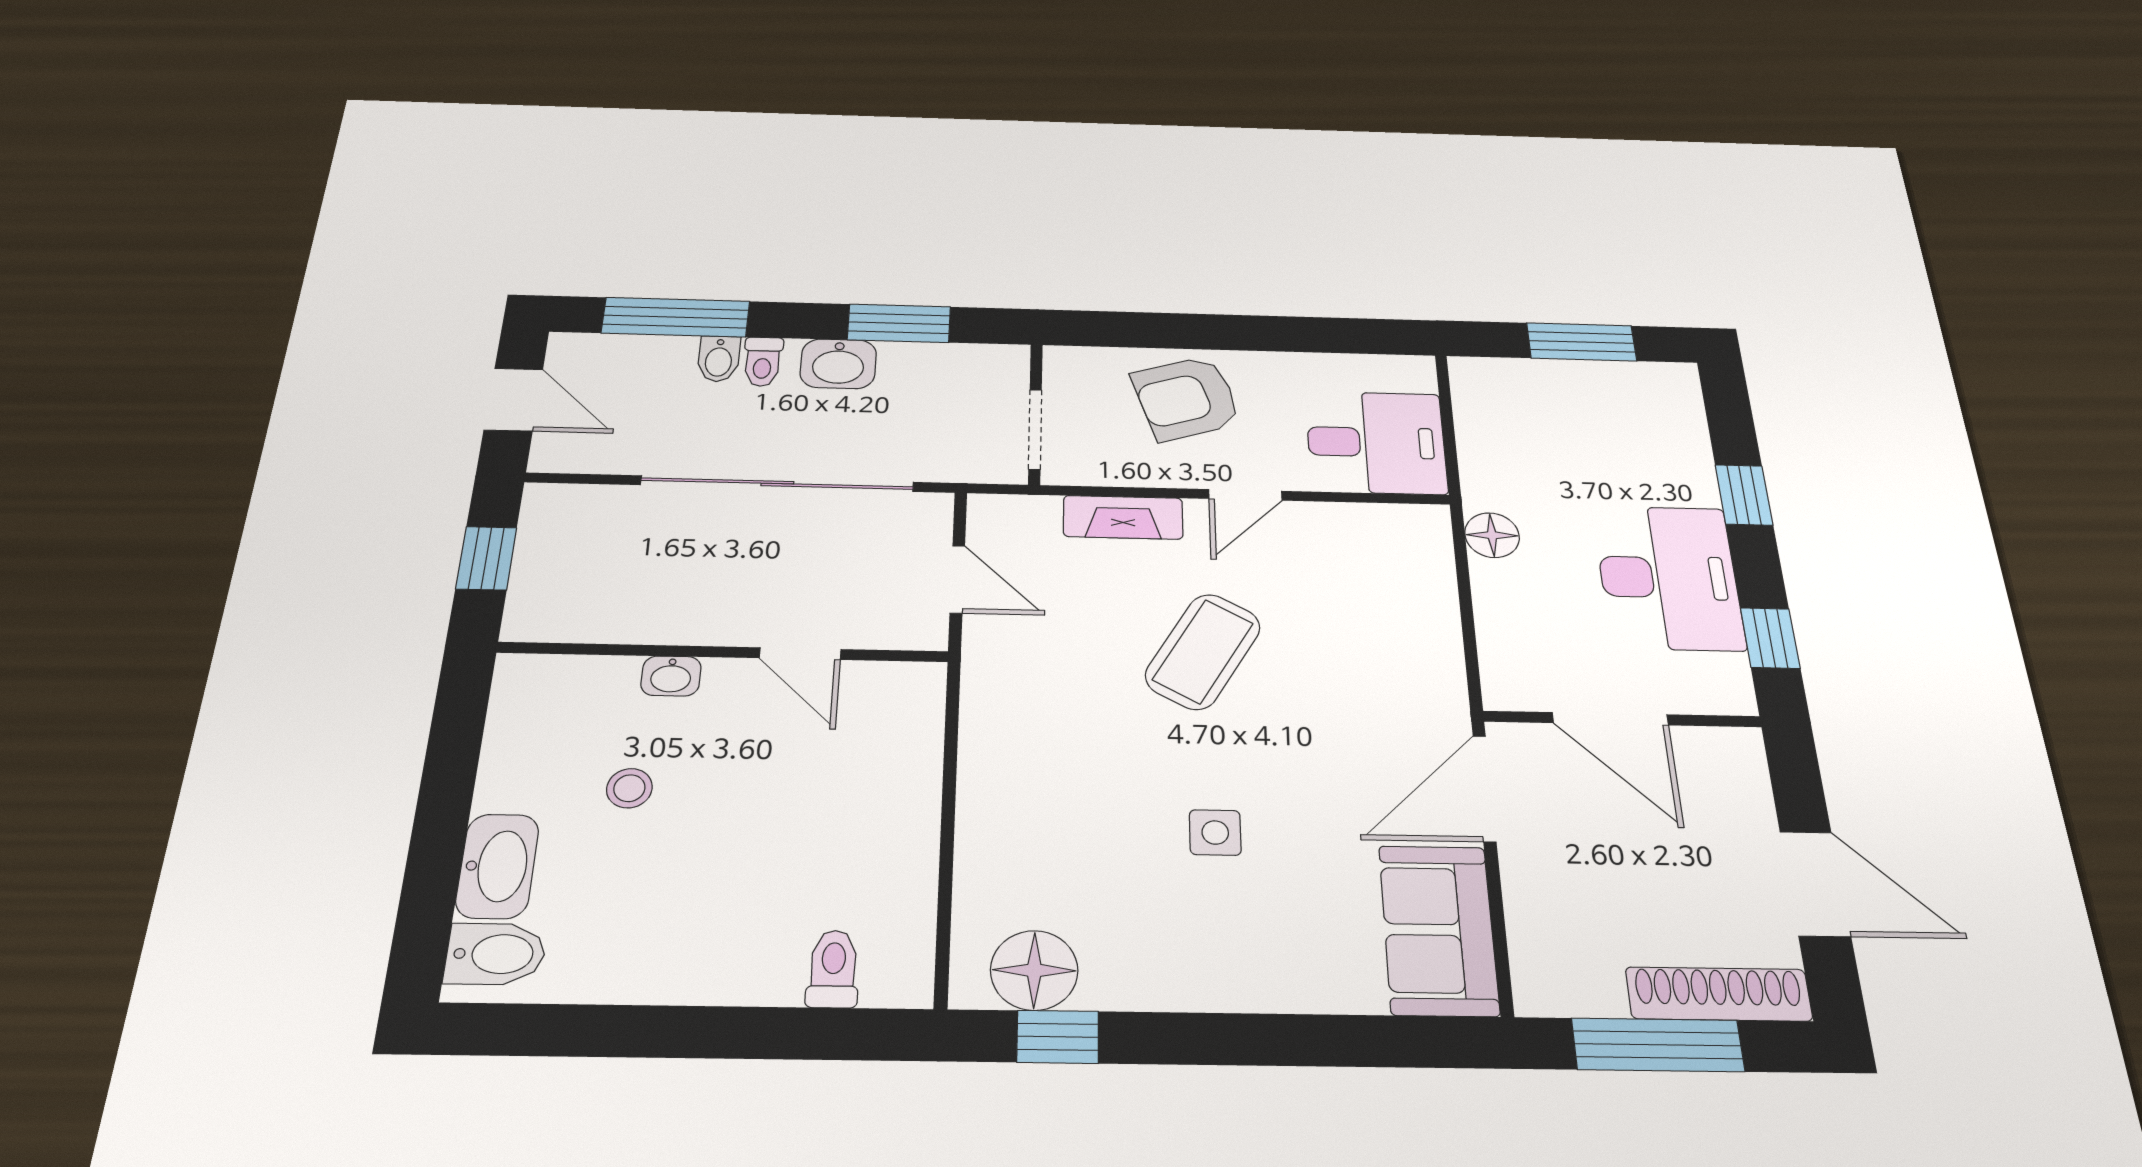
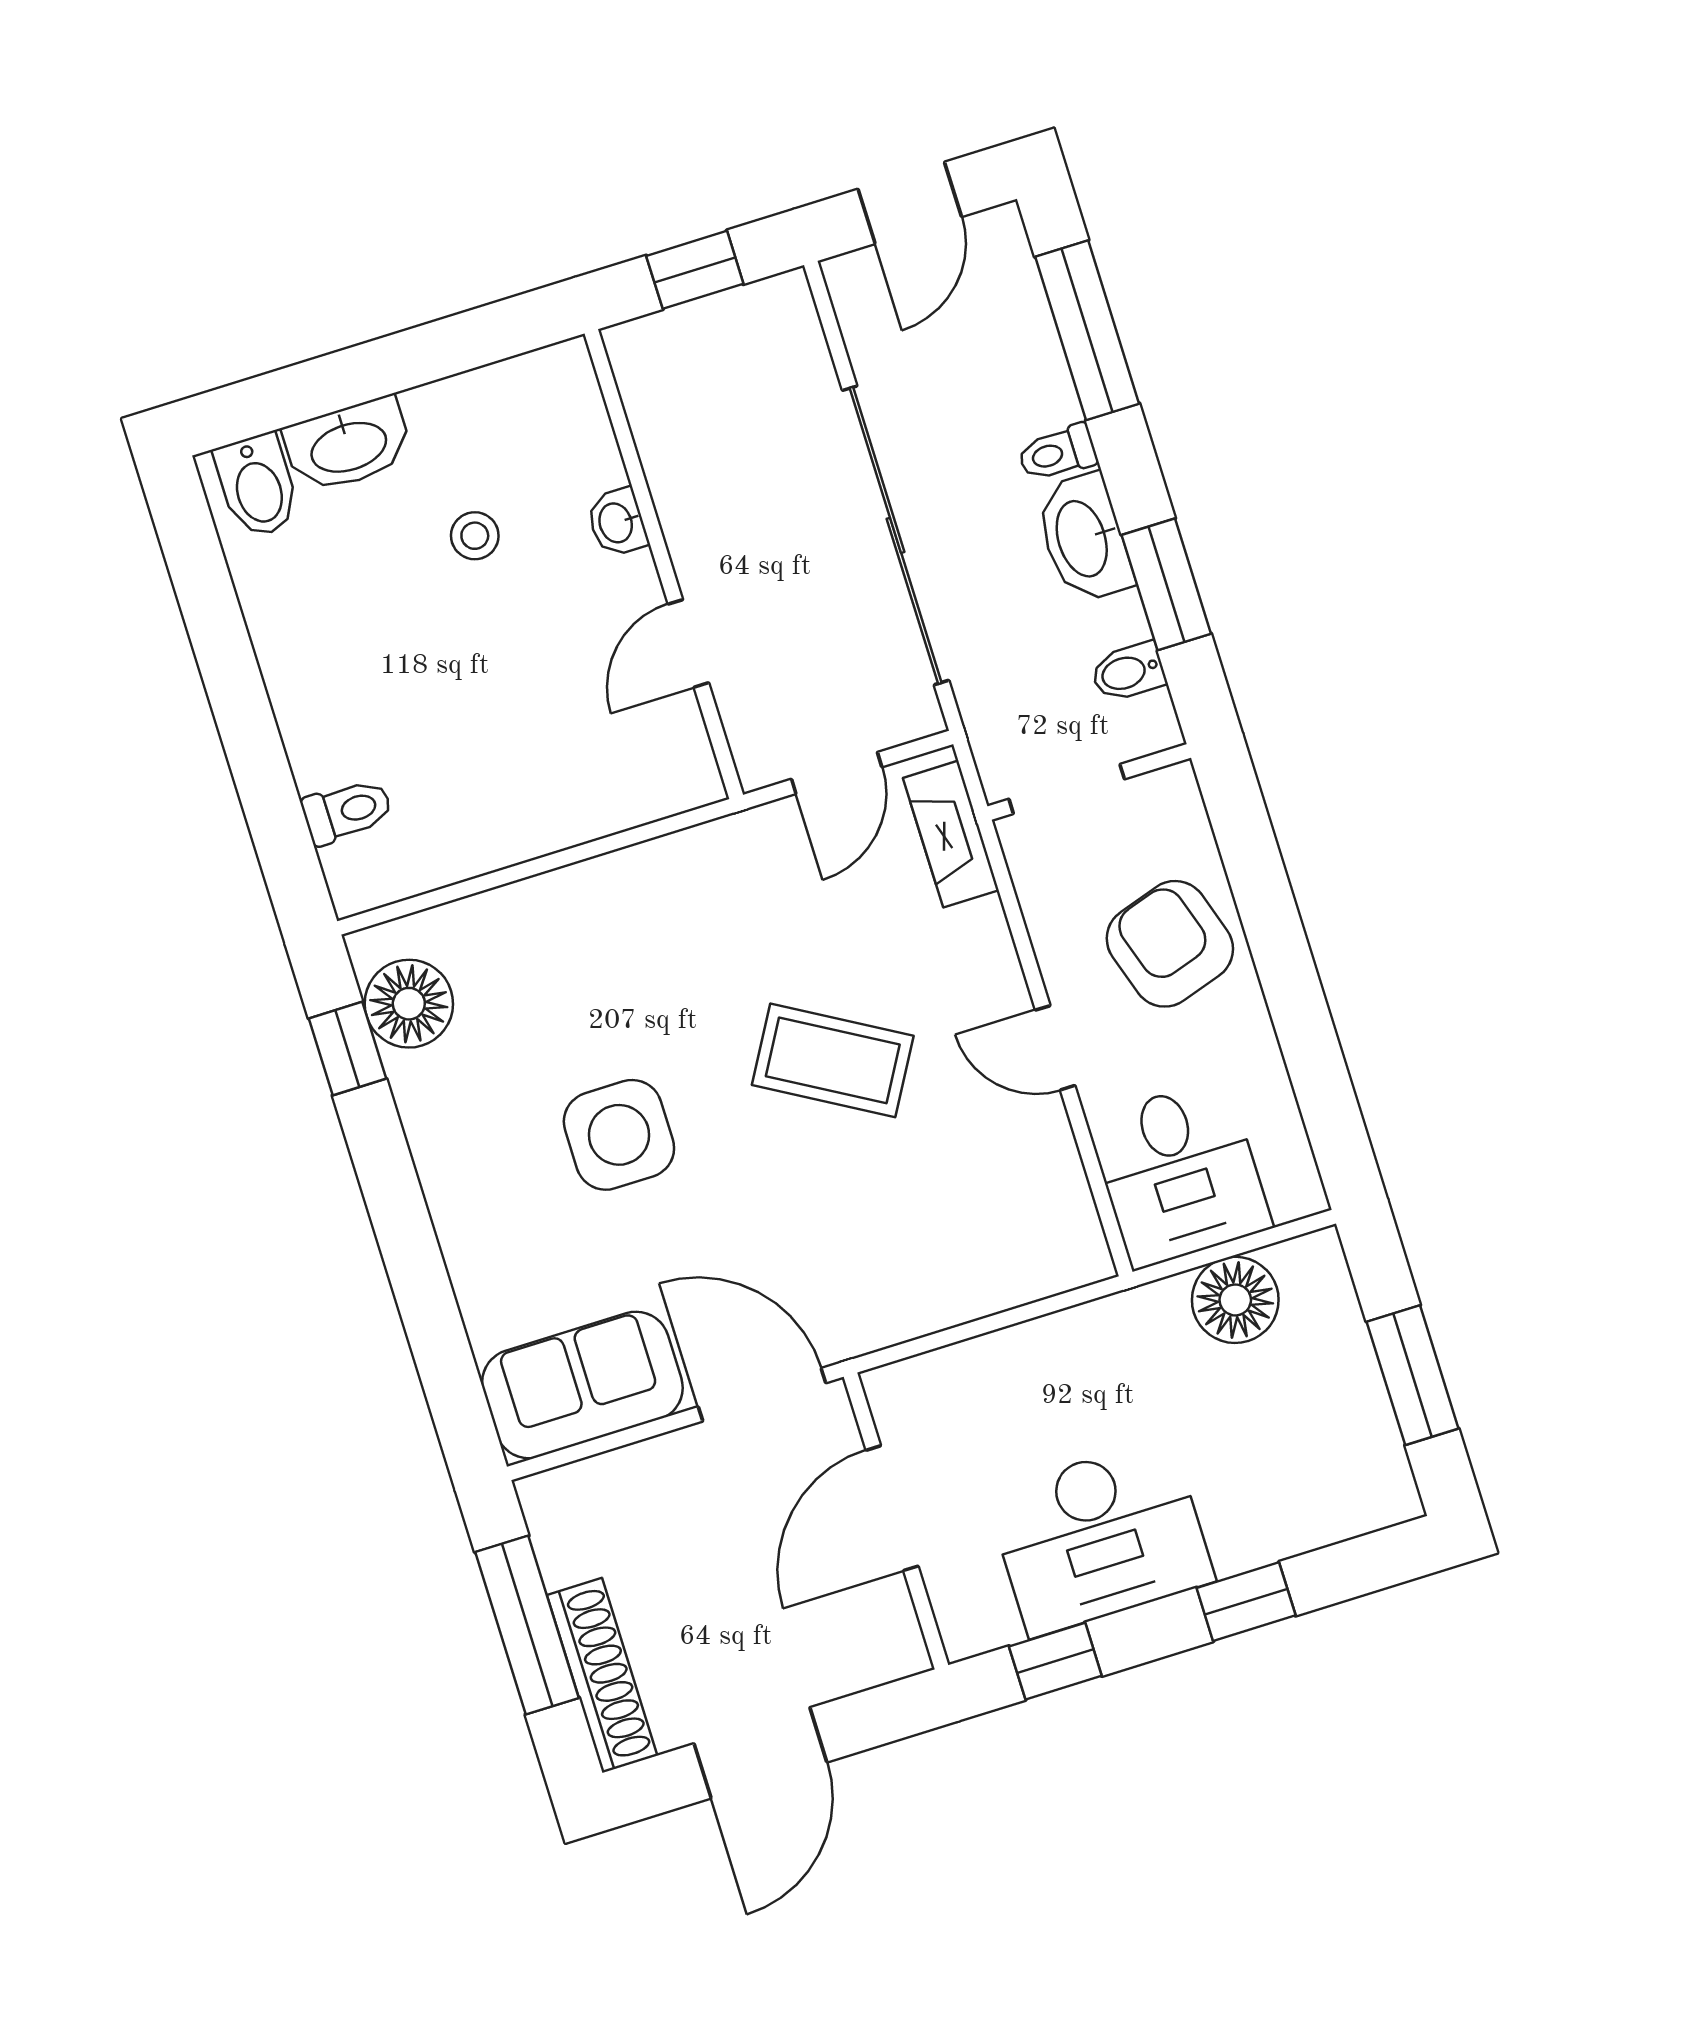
bidet: (719, 359) -> (1128, 672), moved
washbasin: (838, 364) -> (1084, 538), width x1.38
fireplace: (1123, 517) -> (951, 834), moved
floor lamp: (1492, 535) -> (1235, 1300), moved, width x1.38, depth x1.38
side table: (1215, 833) -> (619, 1135), width x1.87, depth x1.87

